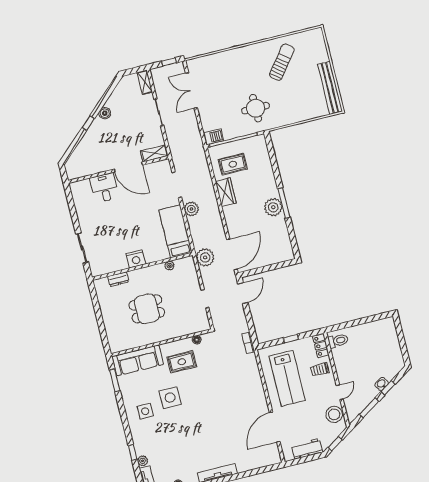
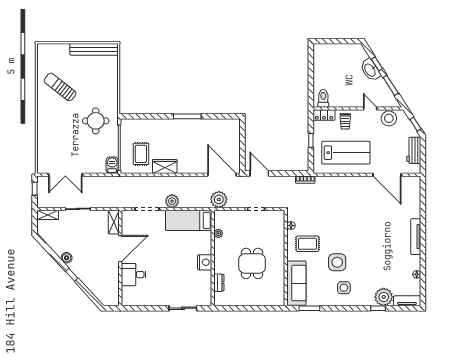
plant: (273, 207) -> (189, 127), removed
rug: (182, 362) -> (307, 244), turned 90
washbasin: (382, 384) -> (370, 70), width x1.91, depth x1.45
plant: (143, 461) -> (384, 297), width x1.87, depth x1.87

